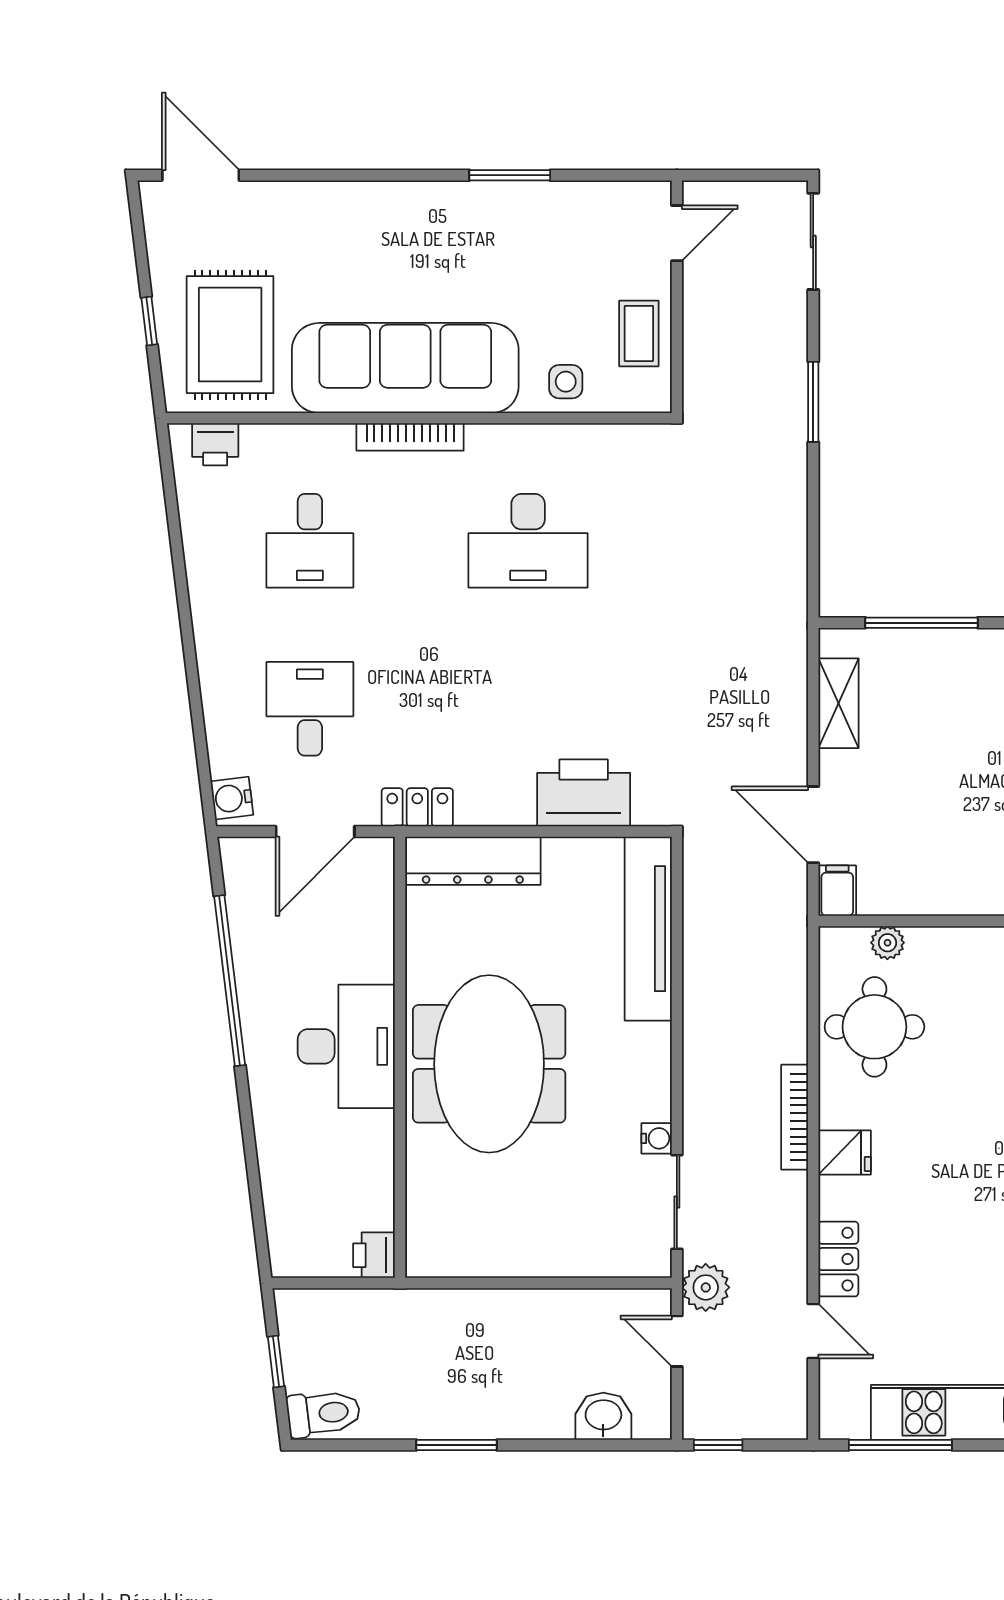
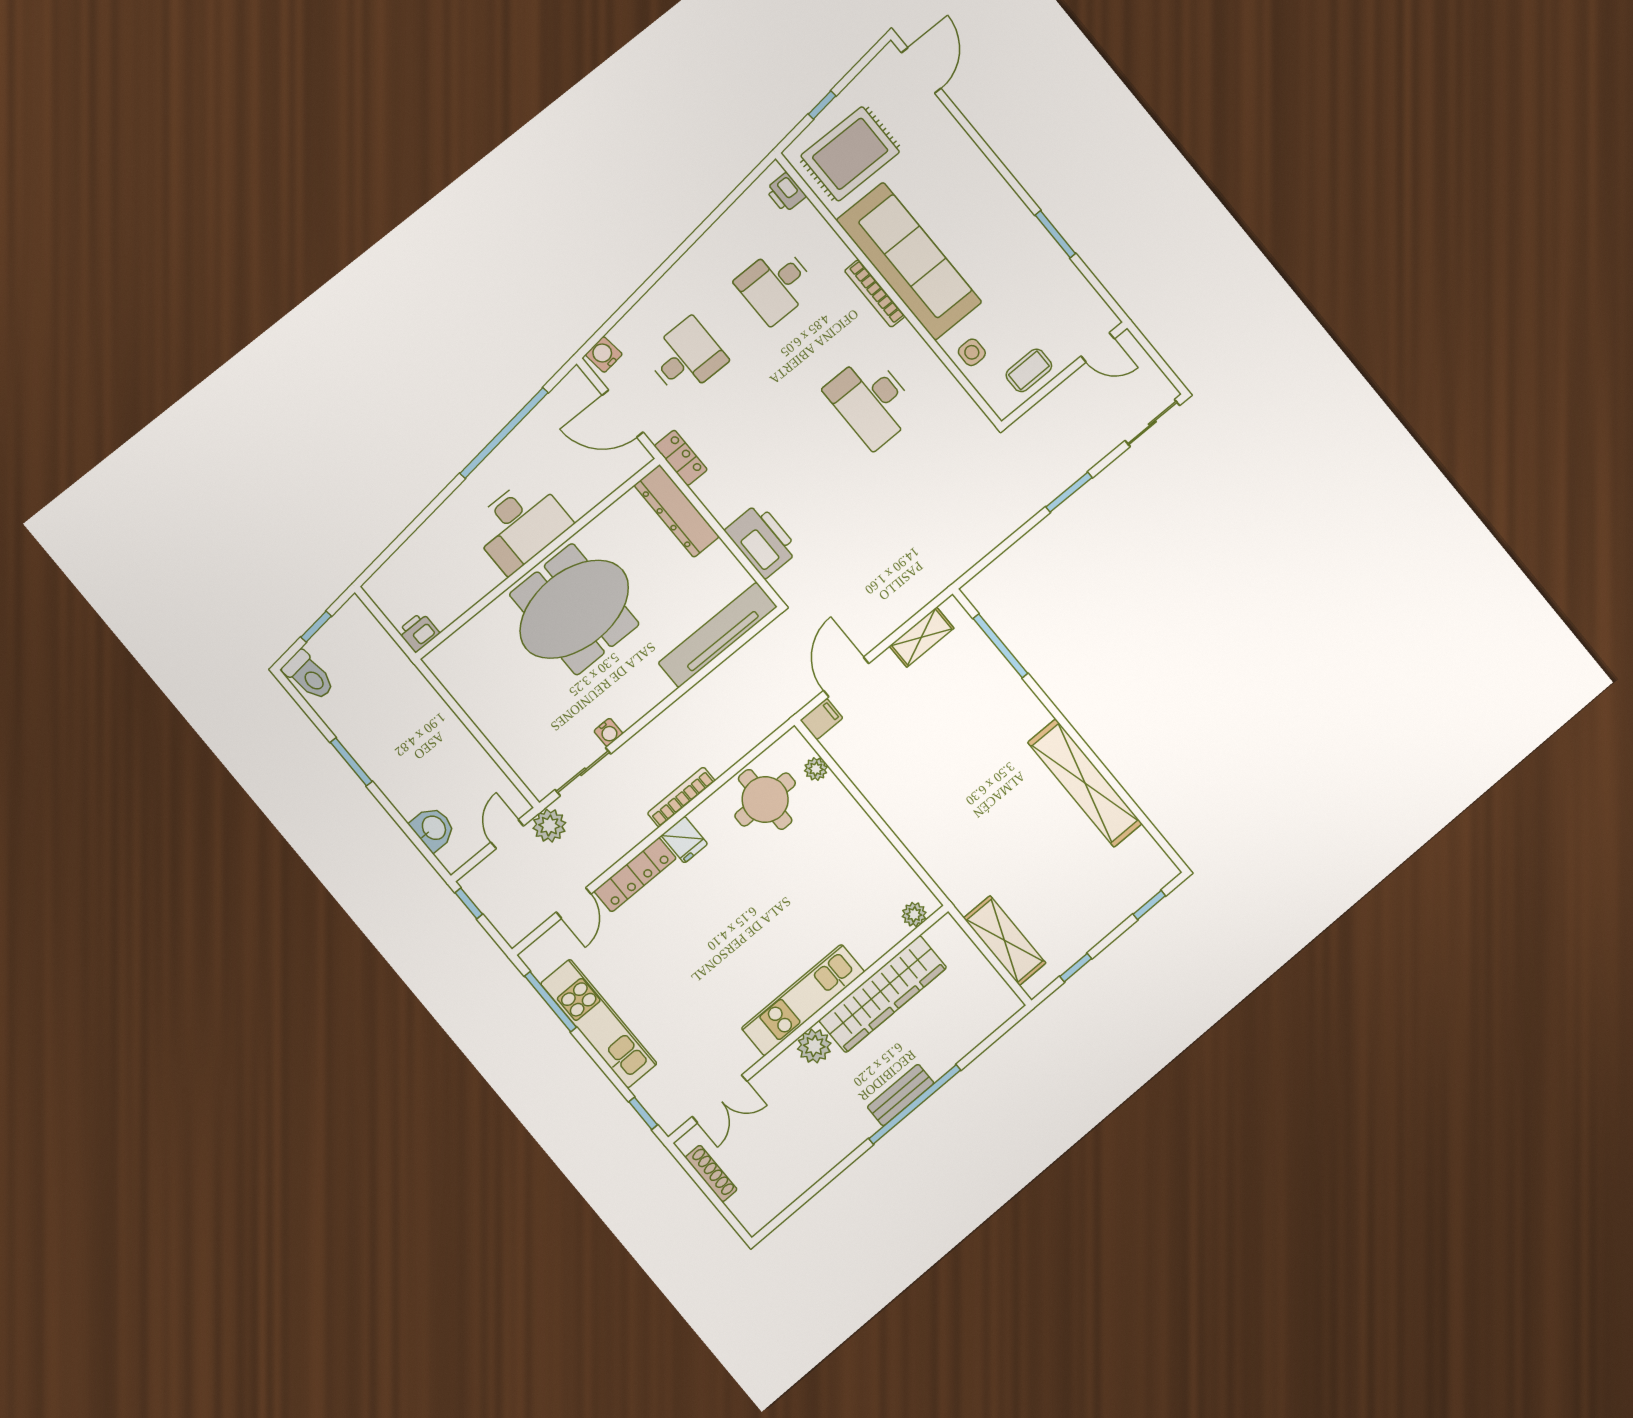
locker: (838, 1259) -> (635, 875), width x1.53

